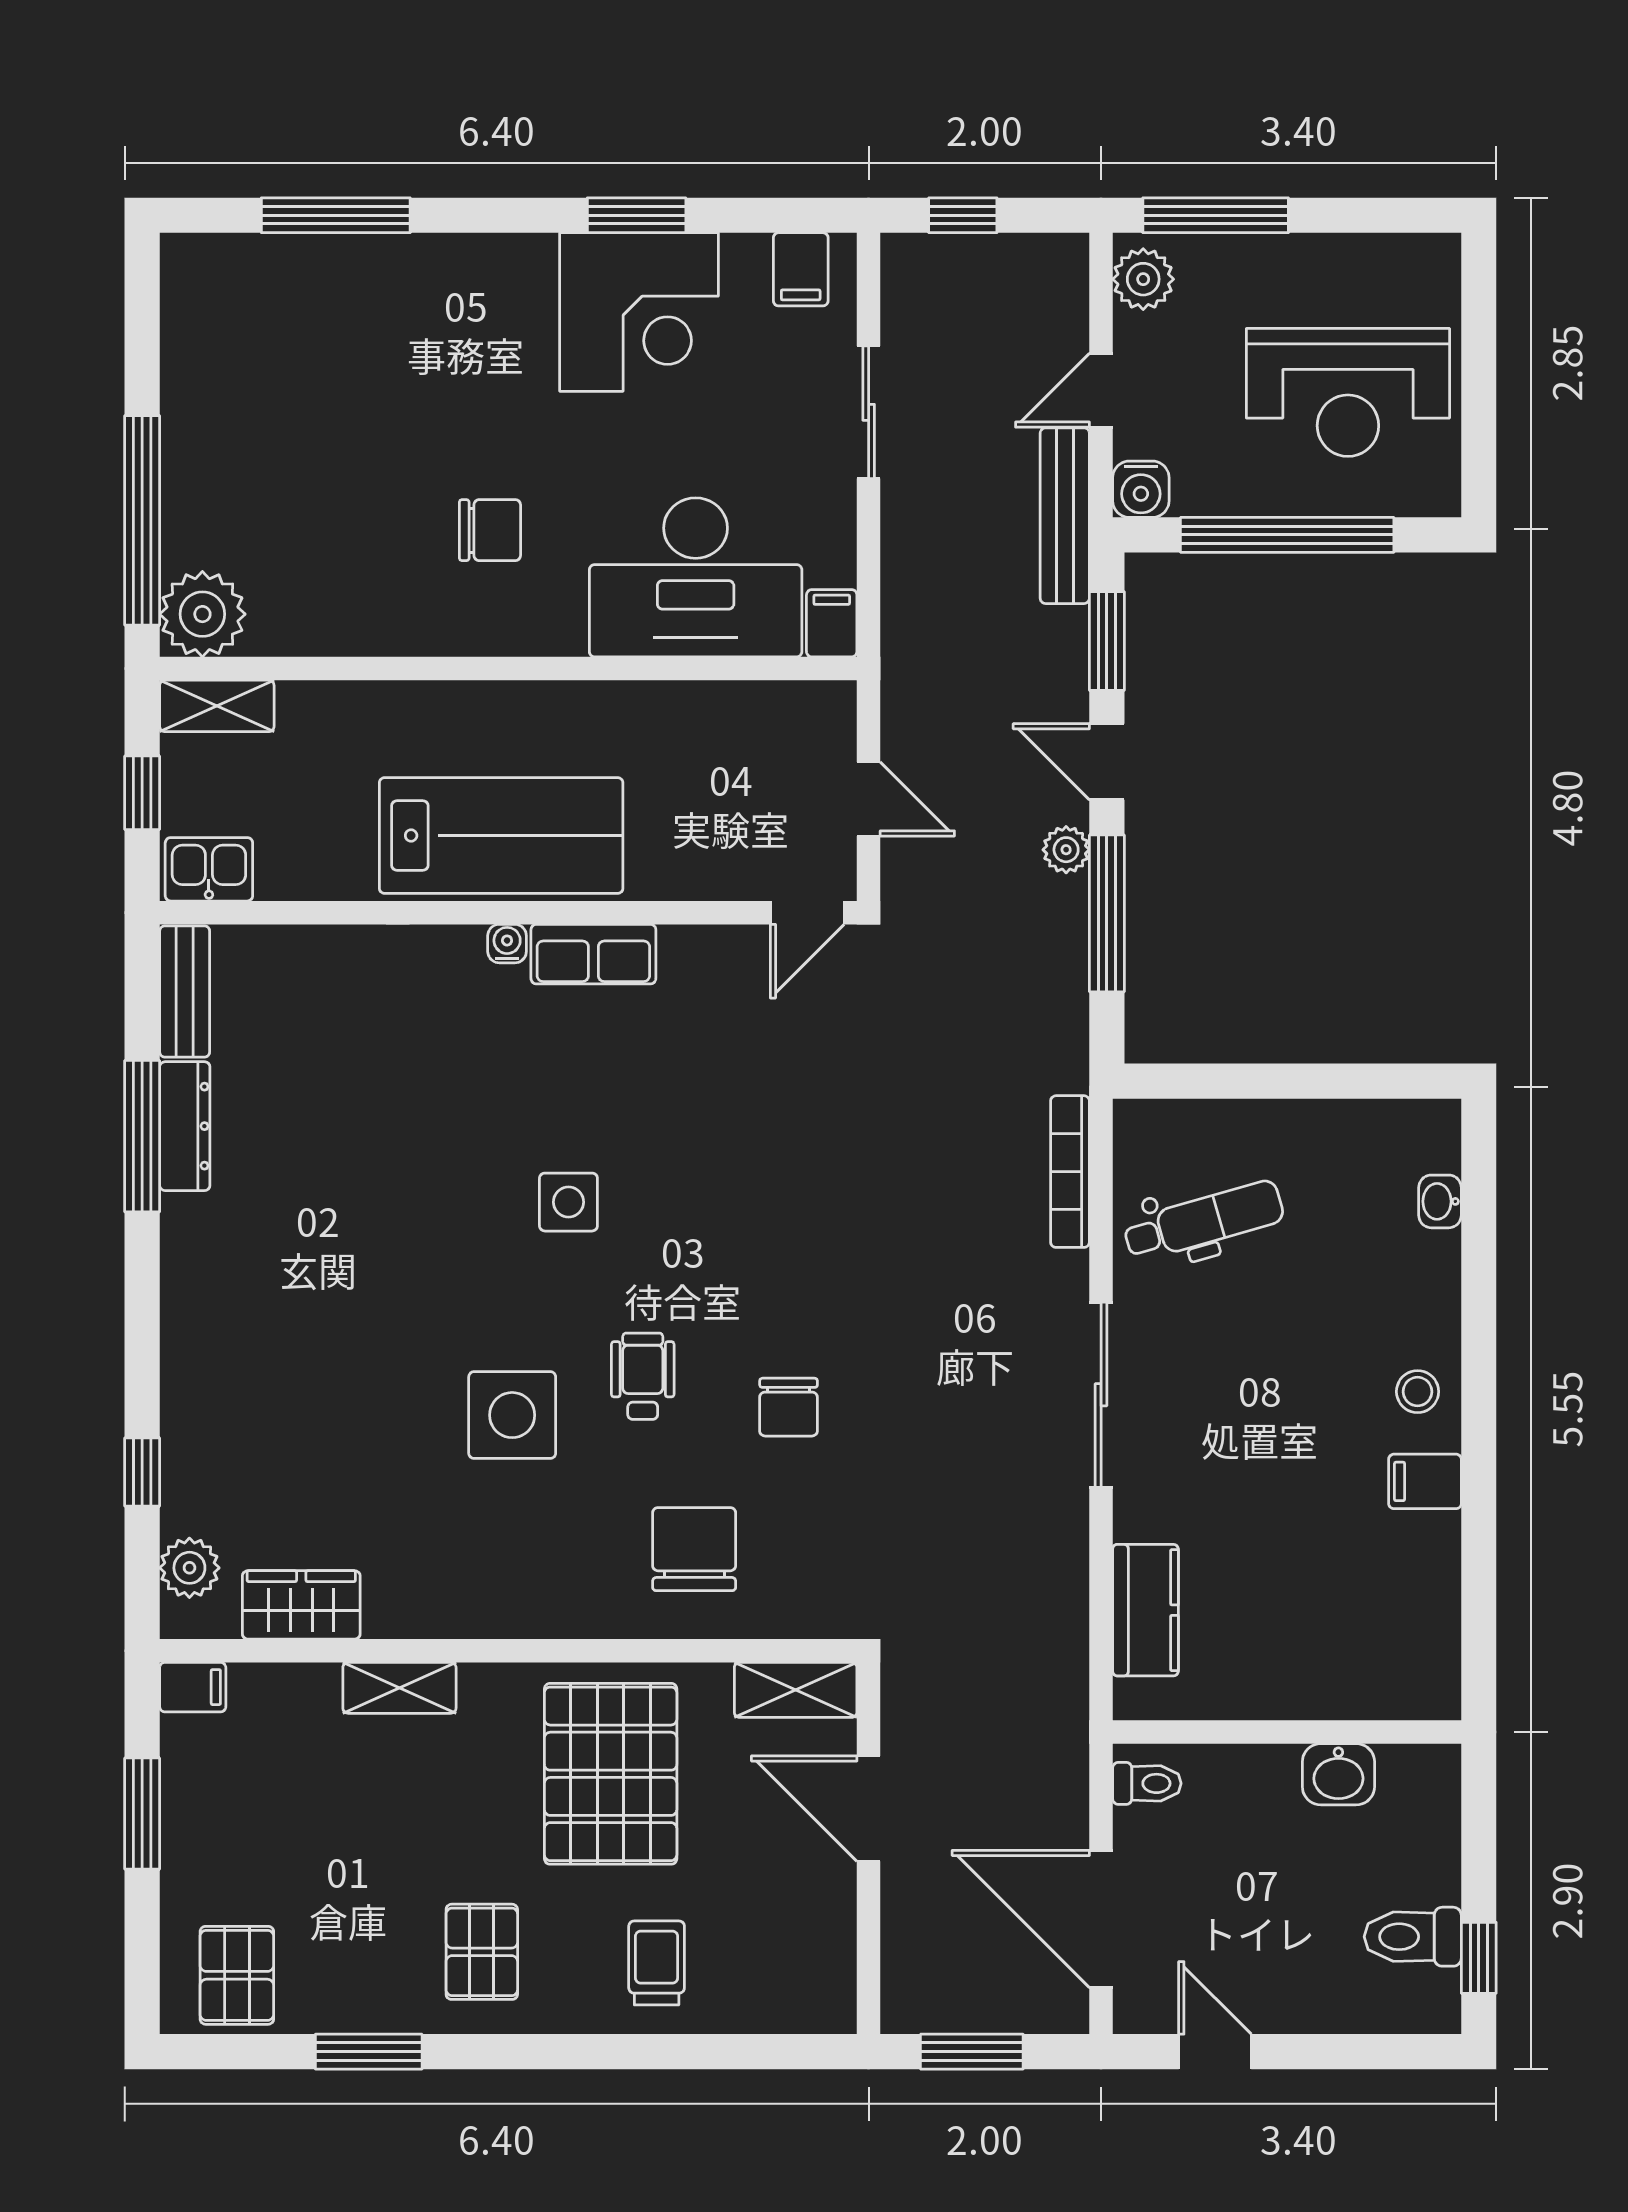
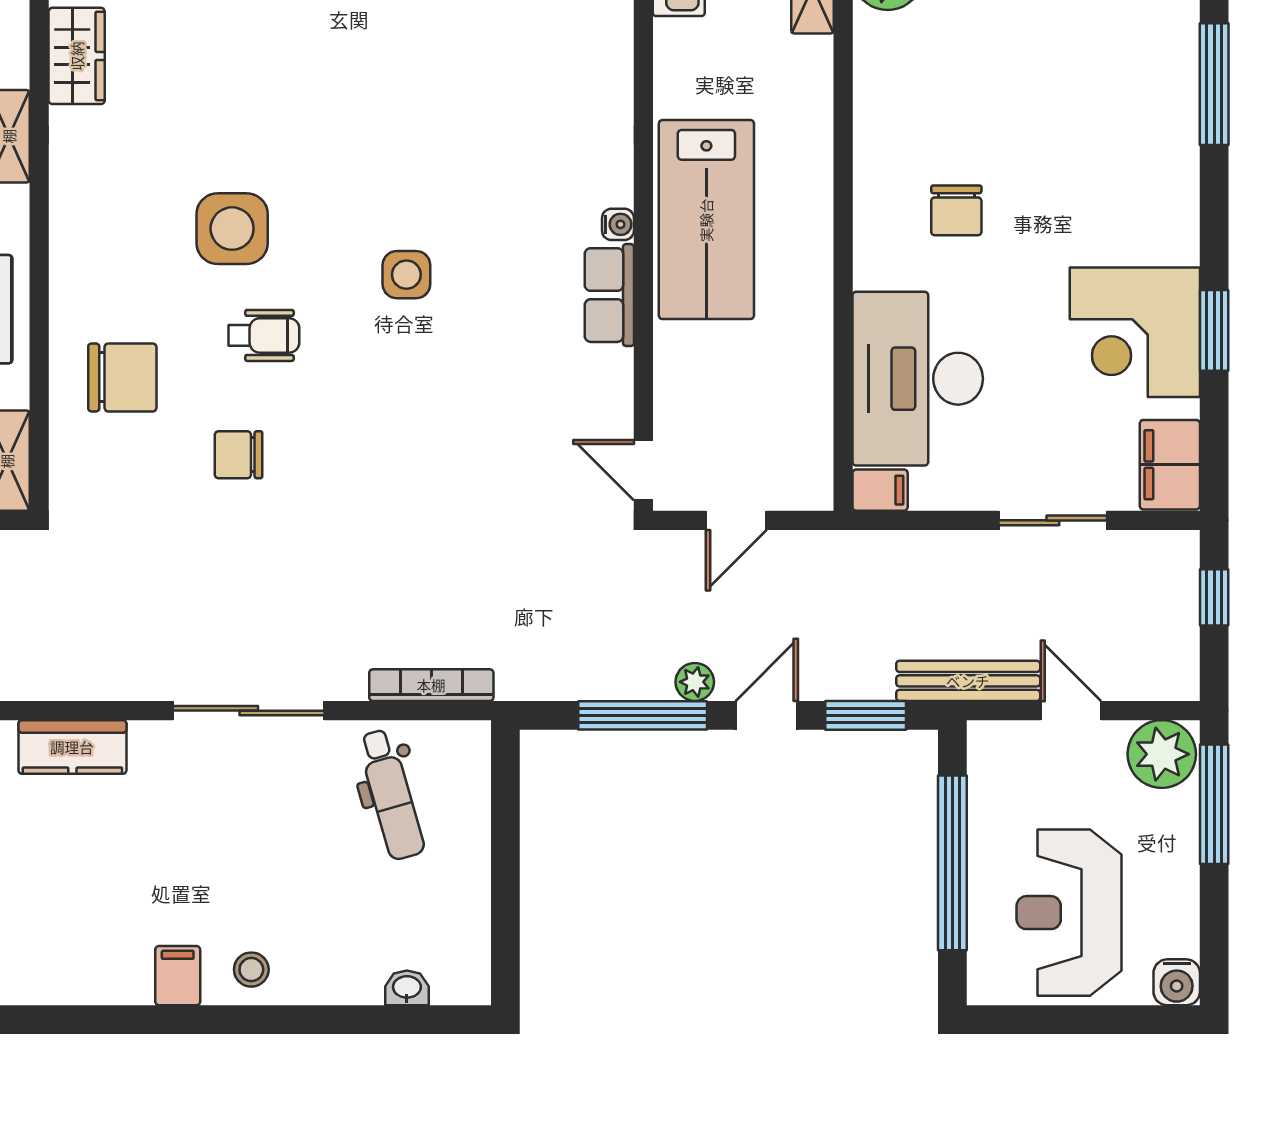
filing cabinet: (801, 269) -> (1170, 465), width x2.00
plant: (1143, 279) -> (1162, 754), width x1.36, depth x1.36
water cooler: (1141, 489) -> (1177, 982), moved, turned -90

